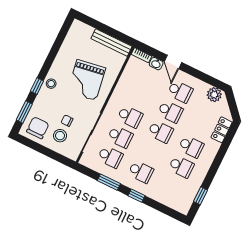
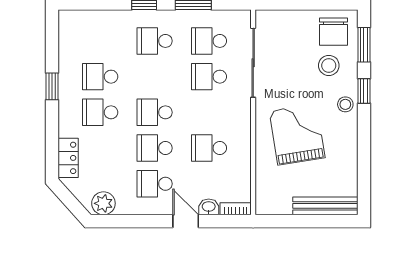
bench: (111, 42) -> (325, 206), moved
school desk: (130, 117) -> (209, 148), moved
chair: (67, 121) -> (297, 62), removed
stool: (60, 136) -> (329, 65), moved
window: (201, 196) -> (52, 86), moved

